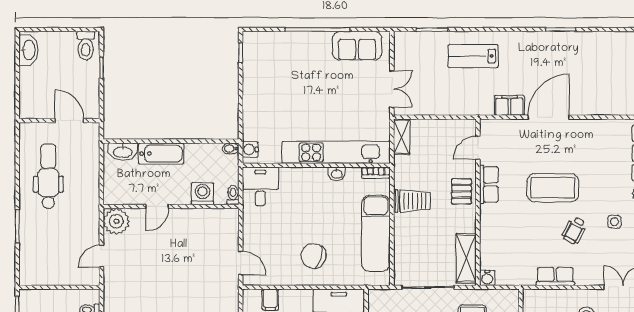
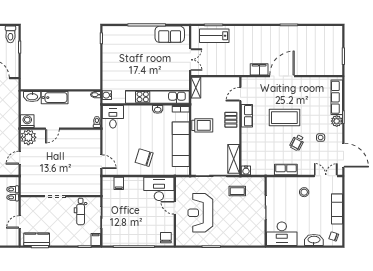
lab bench: (473, 56) -> (214, 36), moved
washing machine: (202, 194) -> (27, 121), moved

